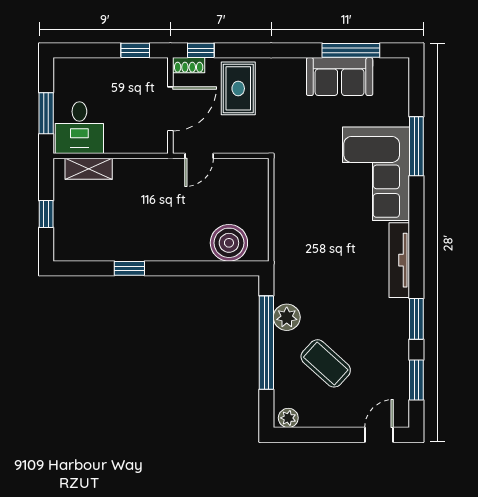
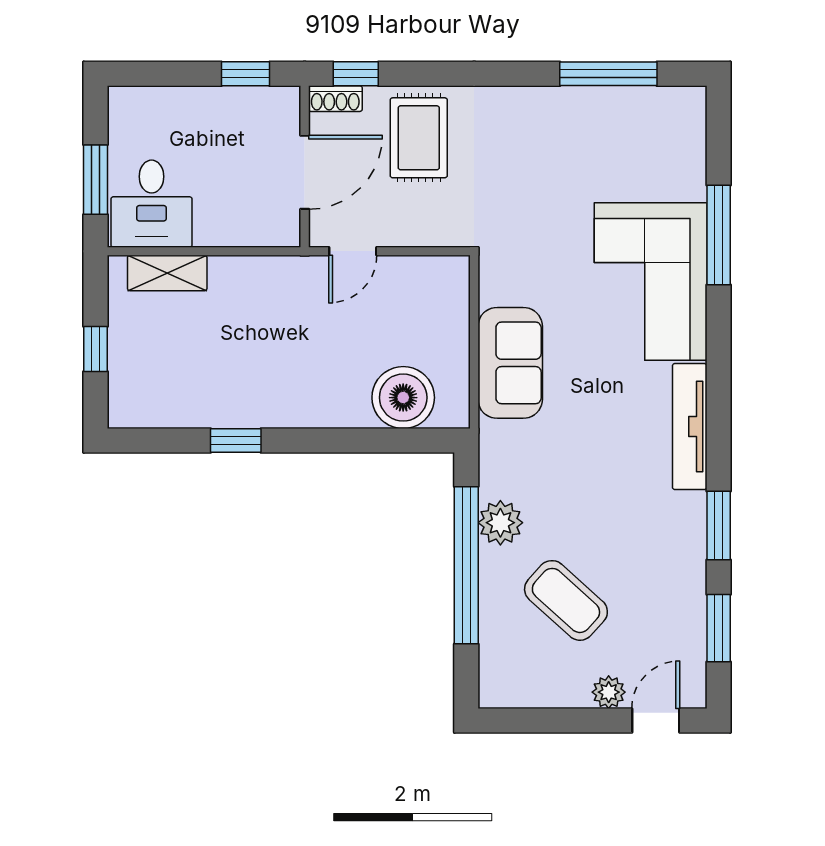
sofa: (340, 77) -> (510, 363), moved, turned -90
plant: (288, 418) -> (609, 692), moved

